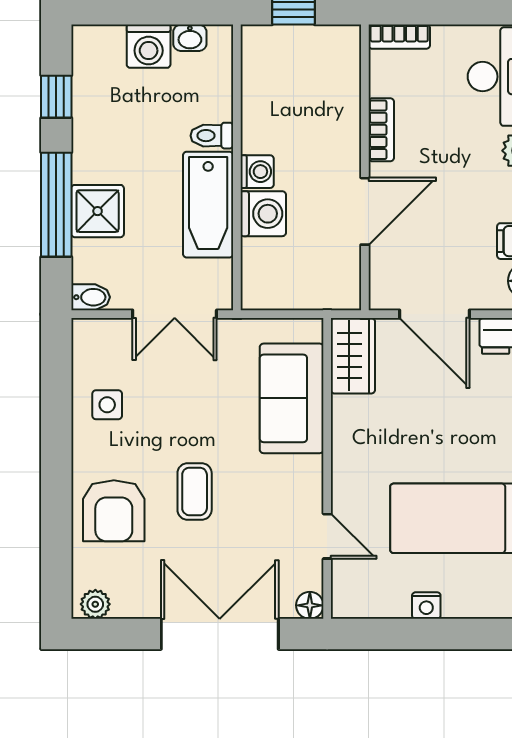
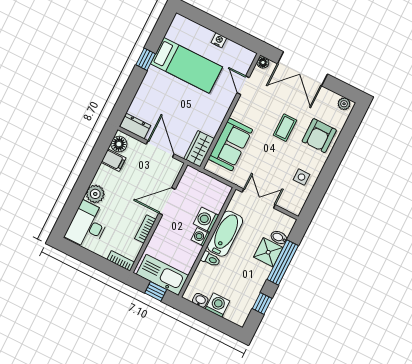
kitchen sink: (296, 51) -> (162, 275), added
bidet: (91, 297) -> (279, 238), moved
armchair: (114, 511) -> (319, 136), turned 180

